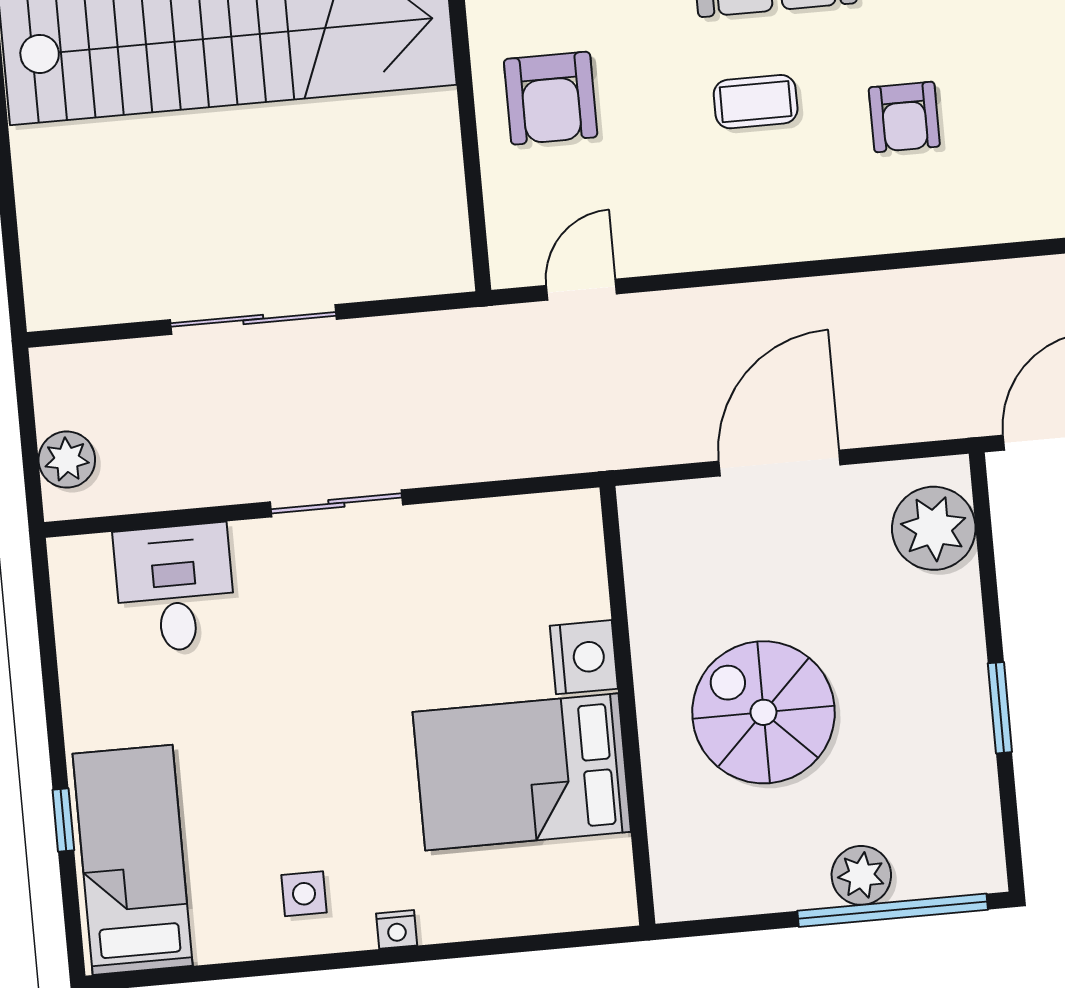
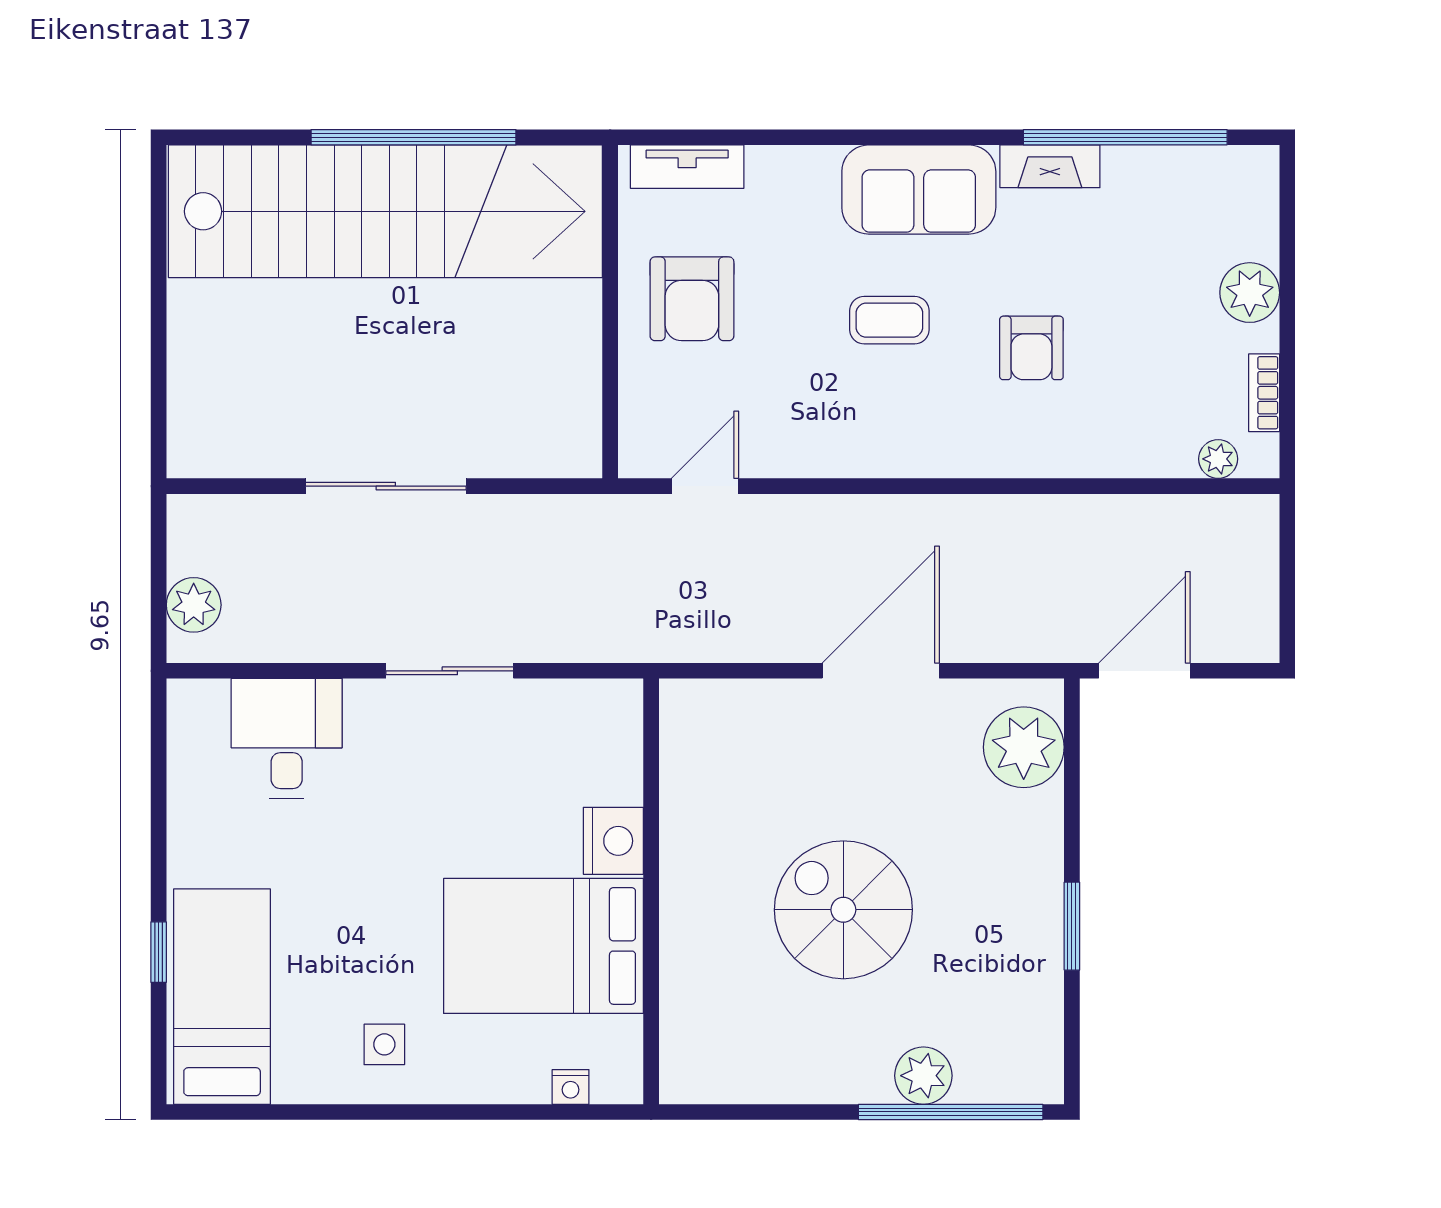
nightstand: (584, 657) -> (613, 841), moved
wall: (627, 706) -> (651, 891), moved
bed: (522, 772) -> (544, 946), moved
nightstand: (397, 929) -> (571, 1087), moved

